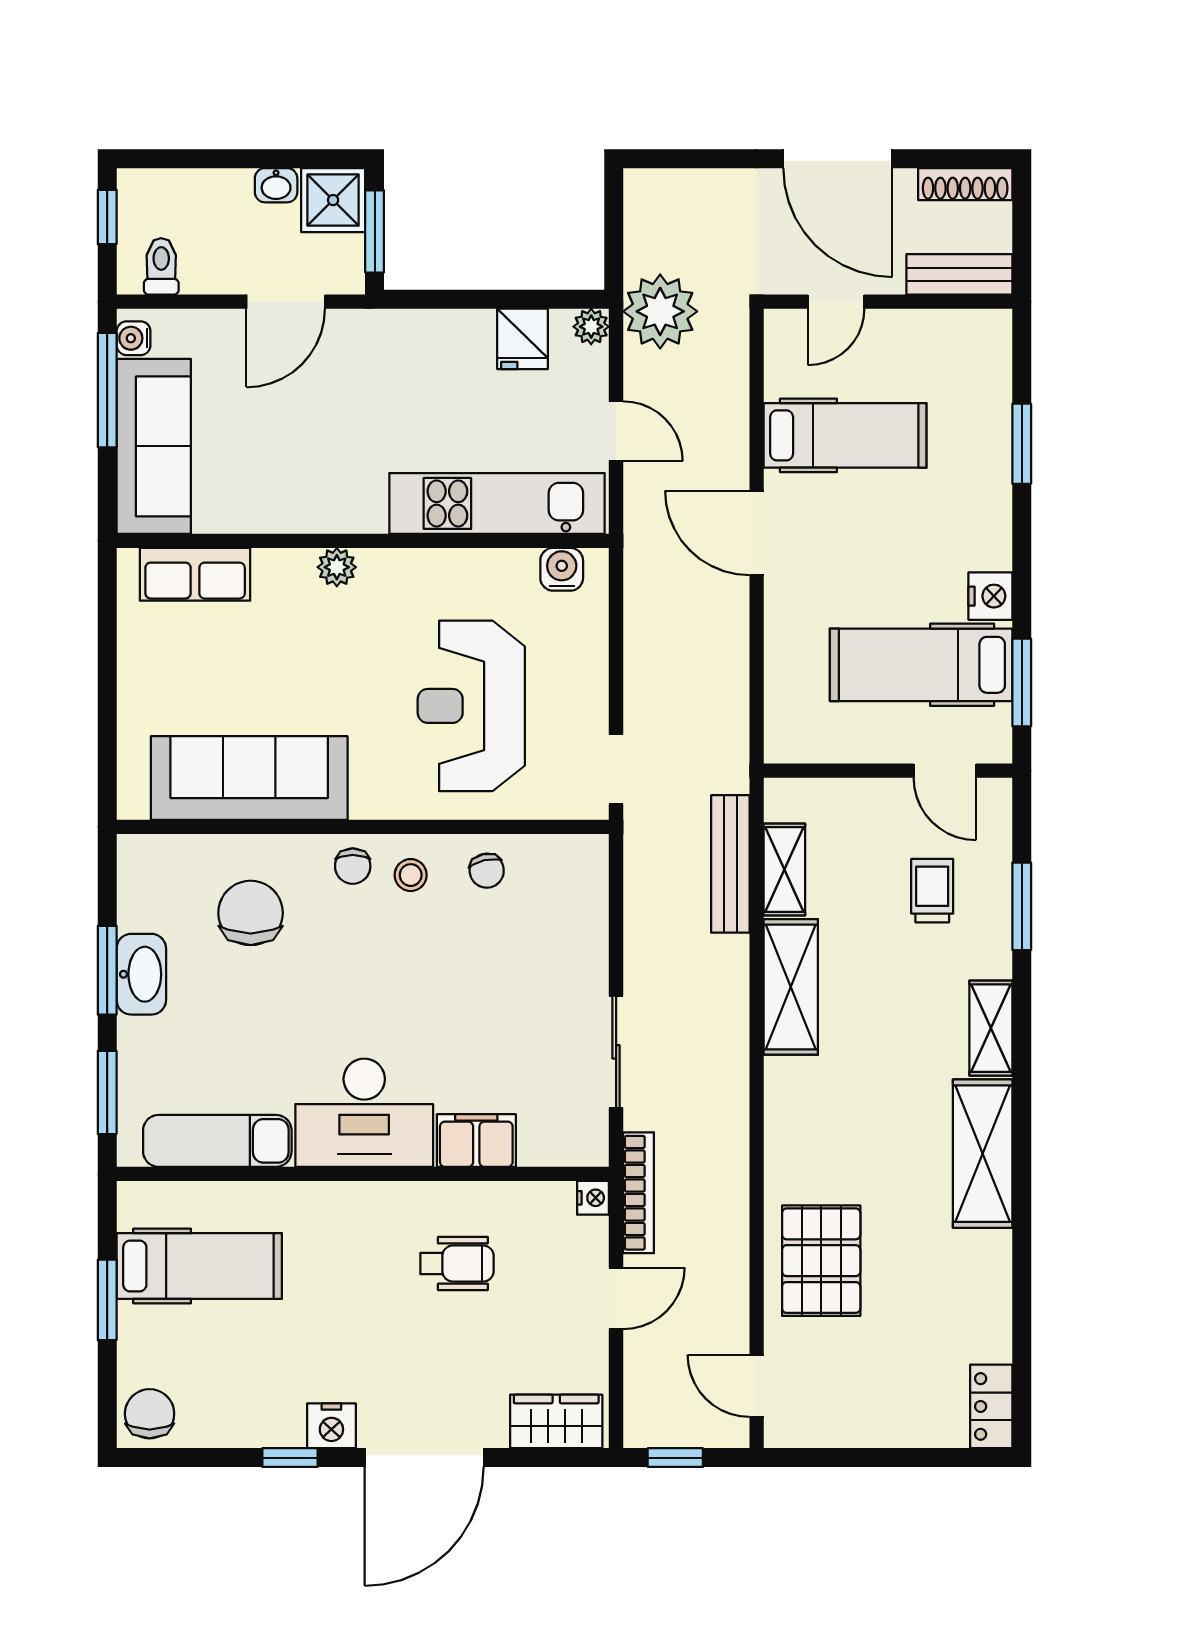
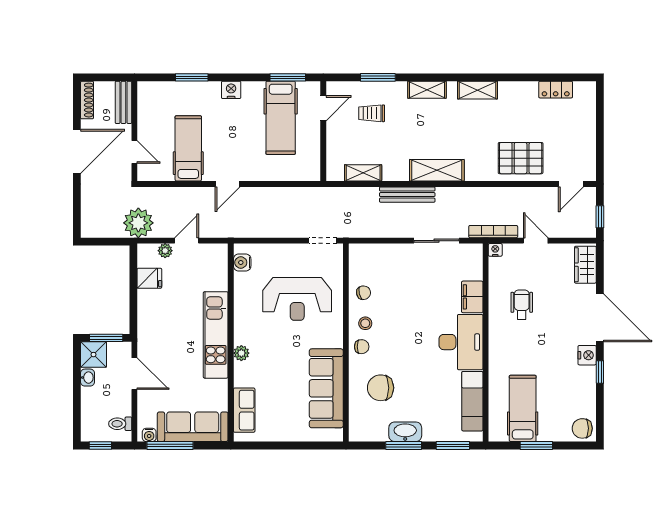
plant: (591, 327) -> (165, 251), moved
kitchen unit: (497, 503) -> (216, 335), moved
door: (757, 533) -> (228, 184), width x0.73
nightstand: (990, 596) -> (231, 90), moved
bench: (730, 864) -> (407, 195), moved
shelving: (791, 987) -> (437, 170), moved
shelving: (983, 1154) -> (477, 90), width x0.67, depth x0.75
locker: (991, 1406) -> (556, 90), moved

